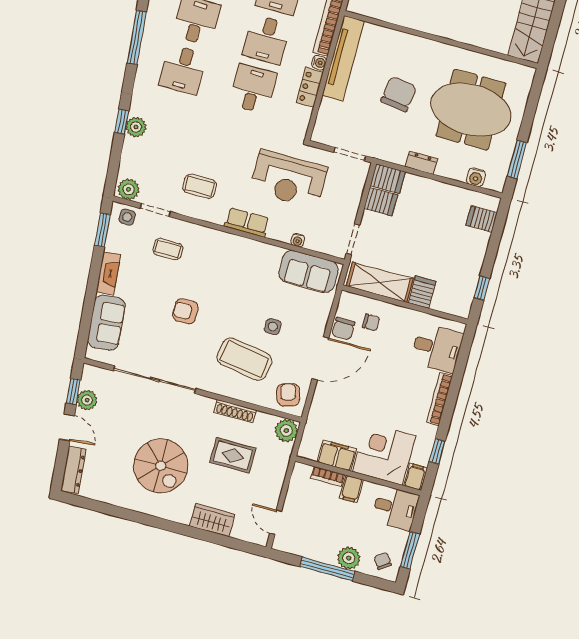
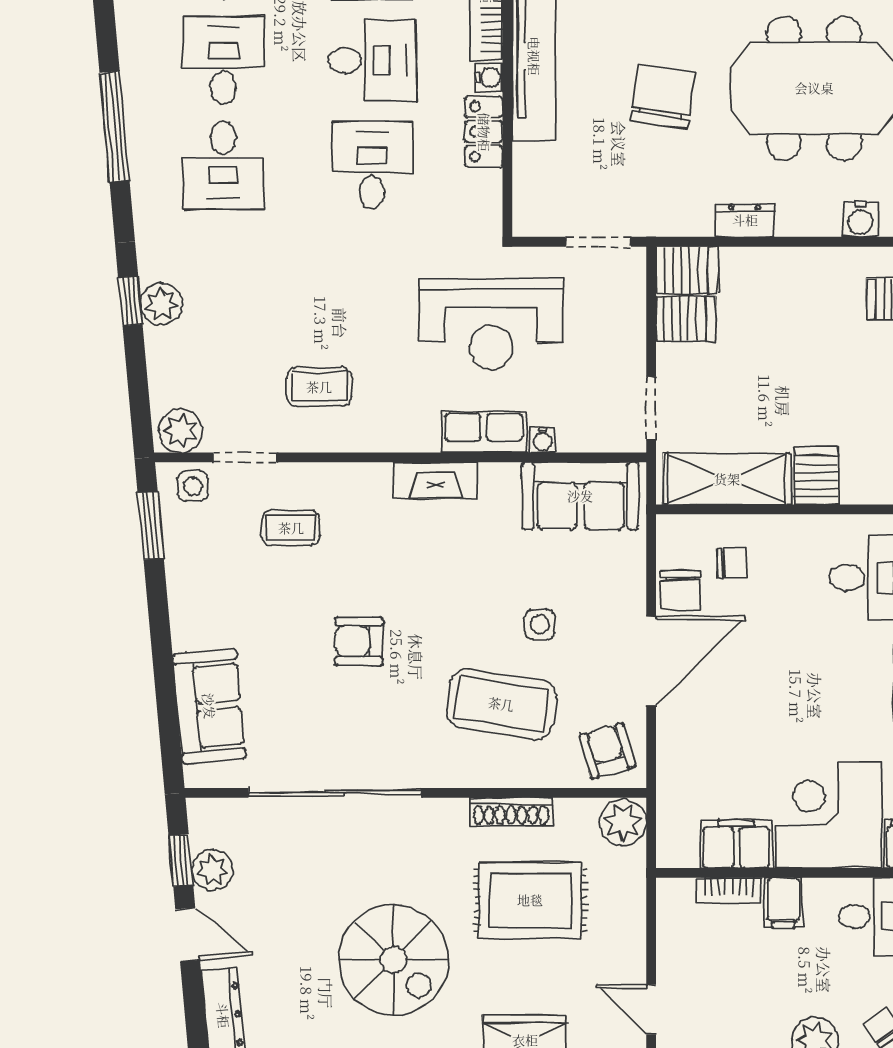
desk: (266, 40) -> (372, 60), turned -90
row of seats: (247, 222) -> (484, 432), moved
fireplace: (108, 273) -> (436, 480), moved, turned 95
rug: (233, 455) -> (530, 900), width x1.36, depth x1.43

